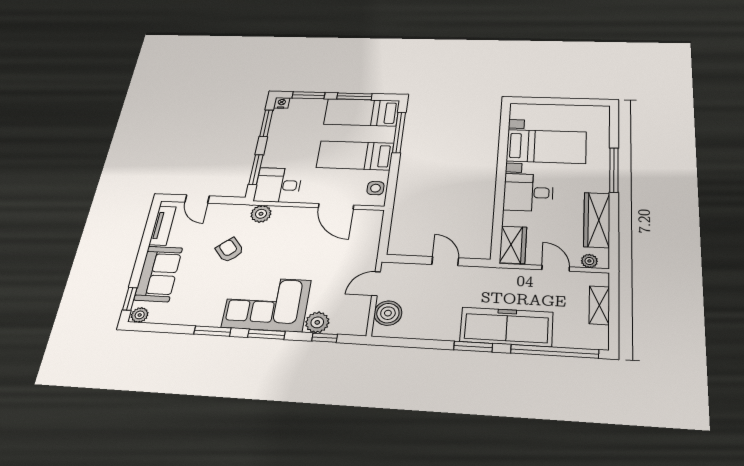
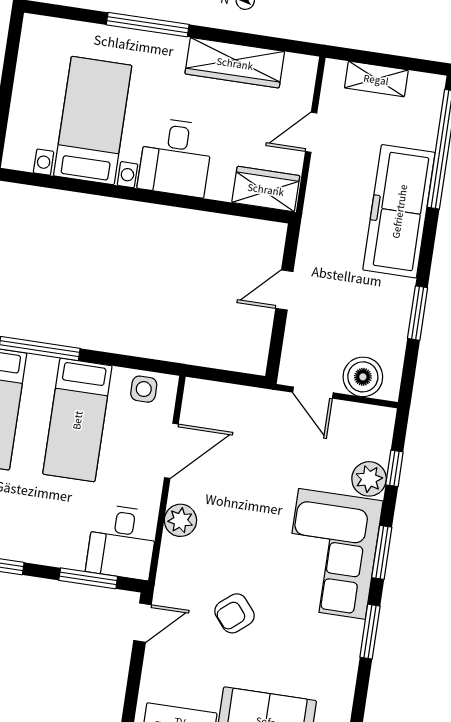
door: (197, 199) -> (142, 623), moved
plant: (261, 214) -> (180, 520), moved
plant: (589, 261) -> (303, 83), removed
window: (473, 347) -> (418, 313), moved

